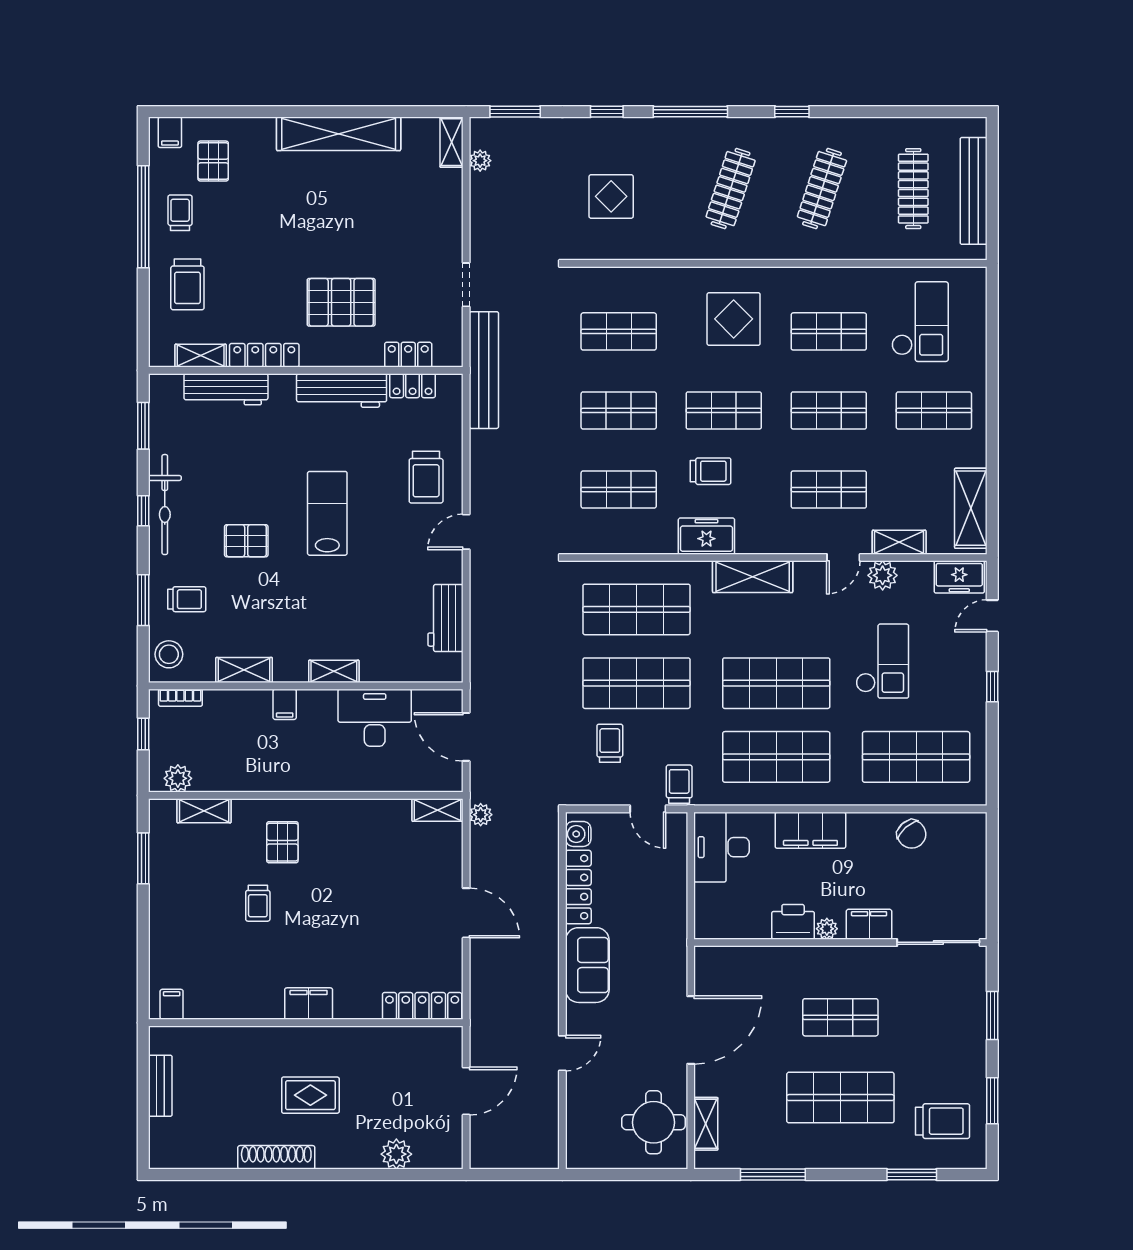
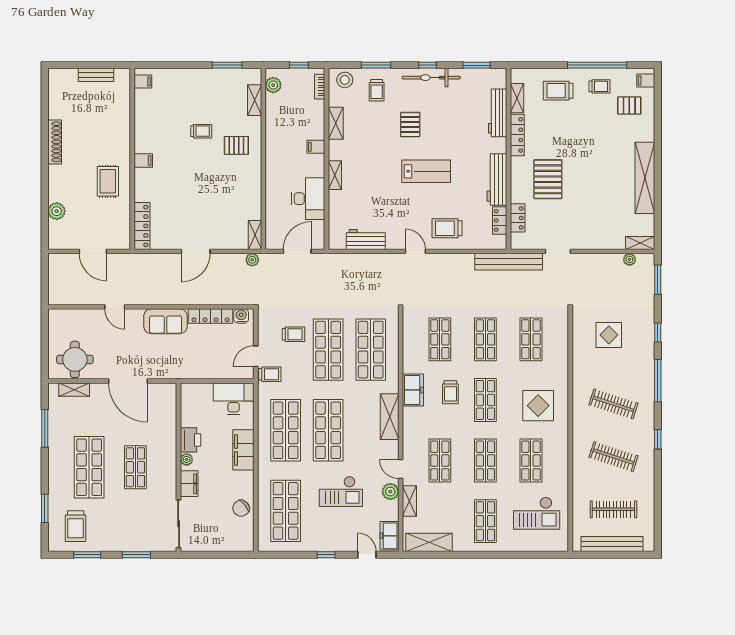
trolley: (258, 903) -> (201, 131), turned 180
filing cabinet: (309, 1004) -> (143, 160), width x0.50
rug: (310, 1095) -> (108, 181), moved

